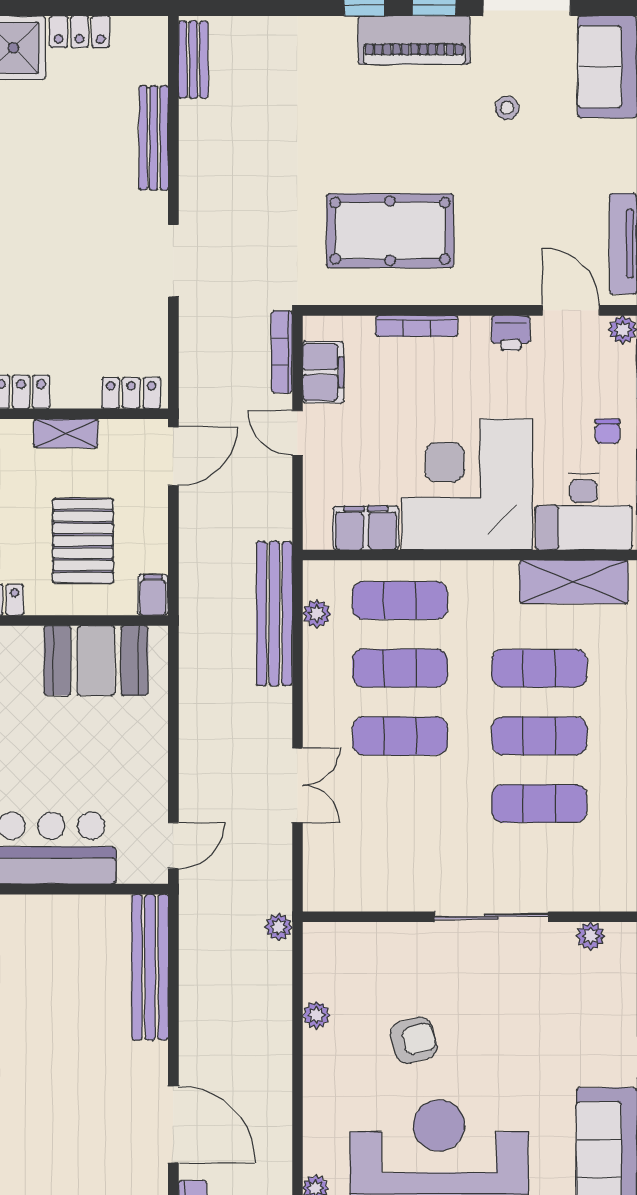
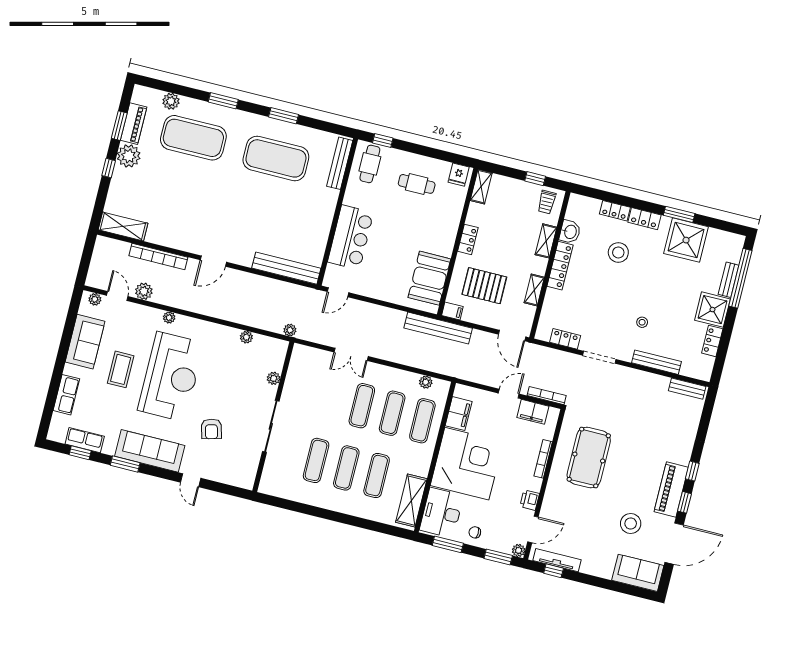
stool: (507, 108) -> (631, 523), width x1.89, depth x1.89
stool: (77, 189) -> (642, 322), added
locker: (131, 393) -> (565, 339), moved, turned -90
bench: (274, 614) -> (438, 328), moved
door: (173, 846) -> (338, 292), hinge flipped
plant: (591, 936) -> (274, 378), moved
armchair: (414, 1040) -> (211, 429), moved
door: (173, 1125) -> (213, 261), width x0.73

